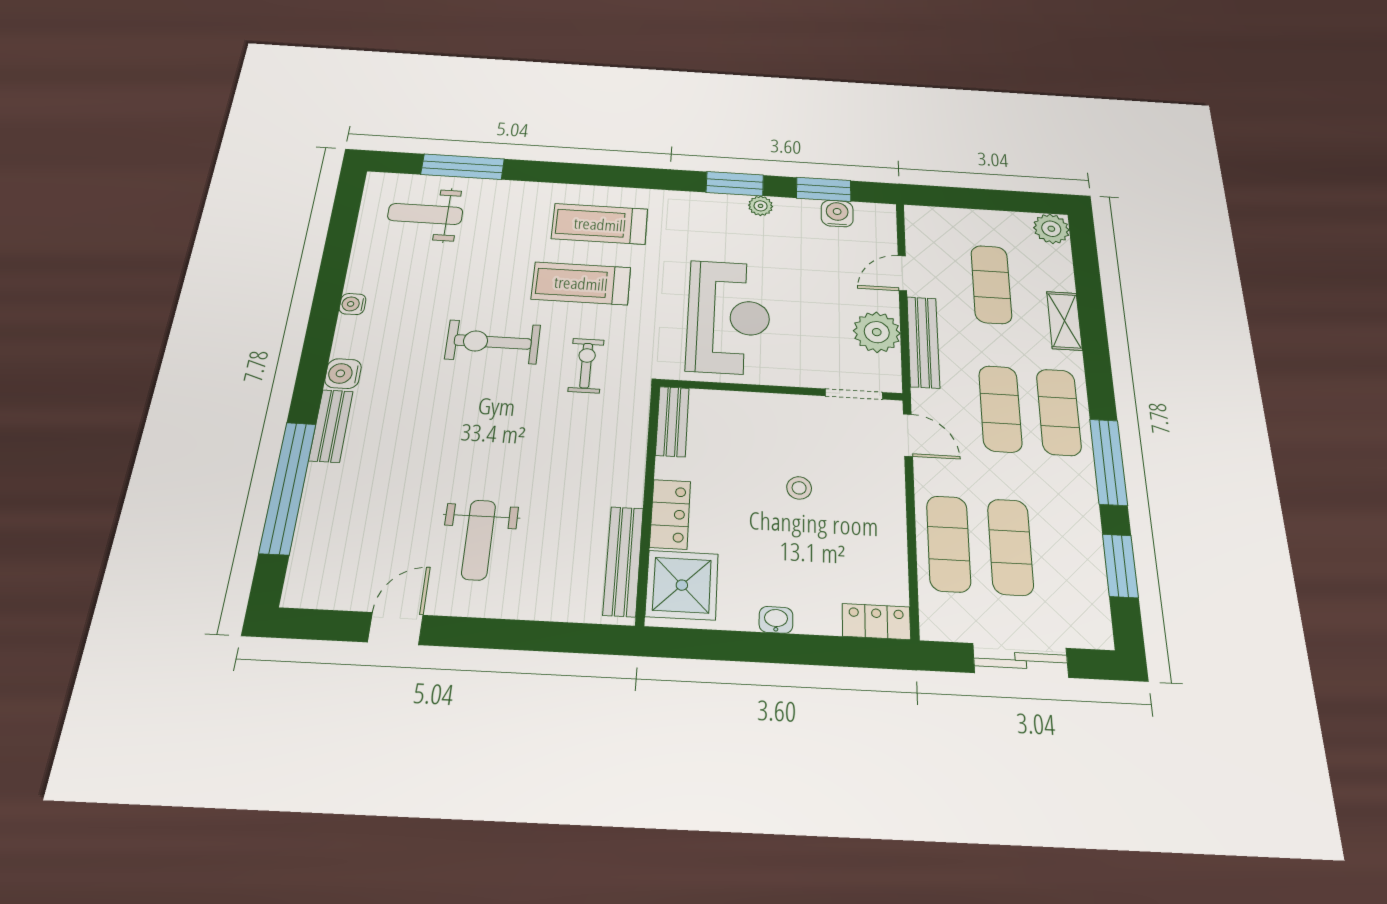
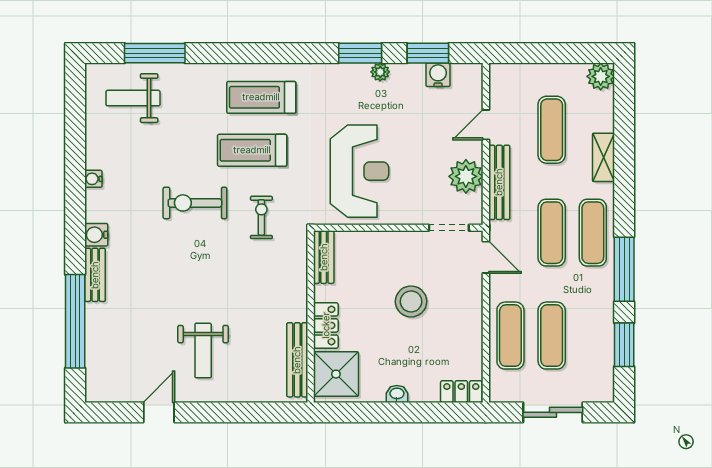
stool: (799, 488) -> (411, 301), width x1.89, depth x1.89

